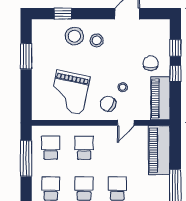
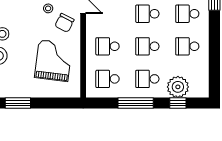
grand piano: (69, 93) -> (53, 61), turned -95
window: (26, 158) -> (136, 103), moved

